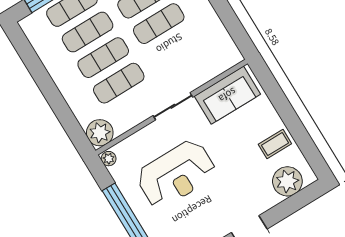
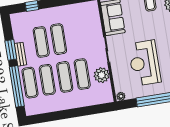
plant: (100, 133) -> (102, 75), moved
reception desk: (176, 174) -> (144, 63), turned 180

